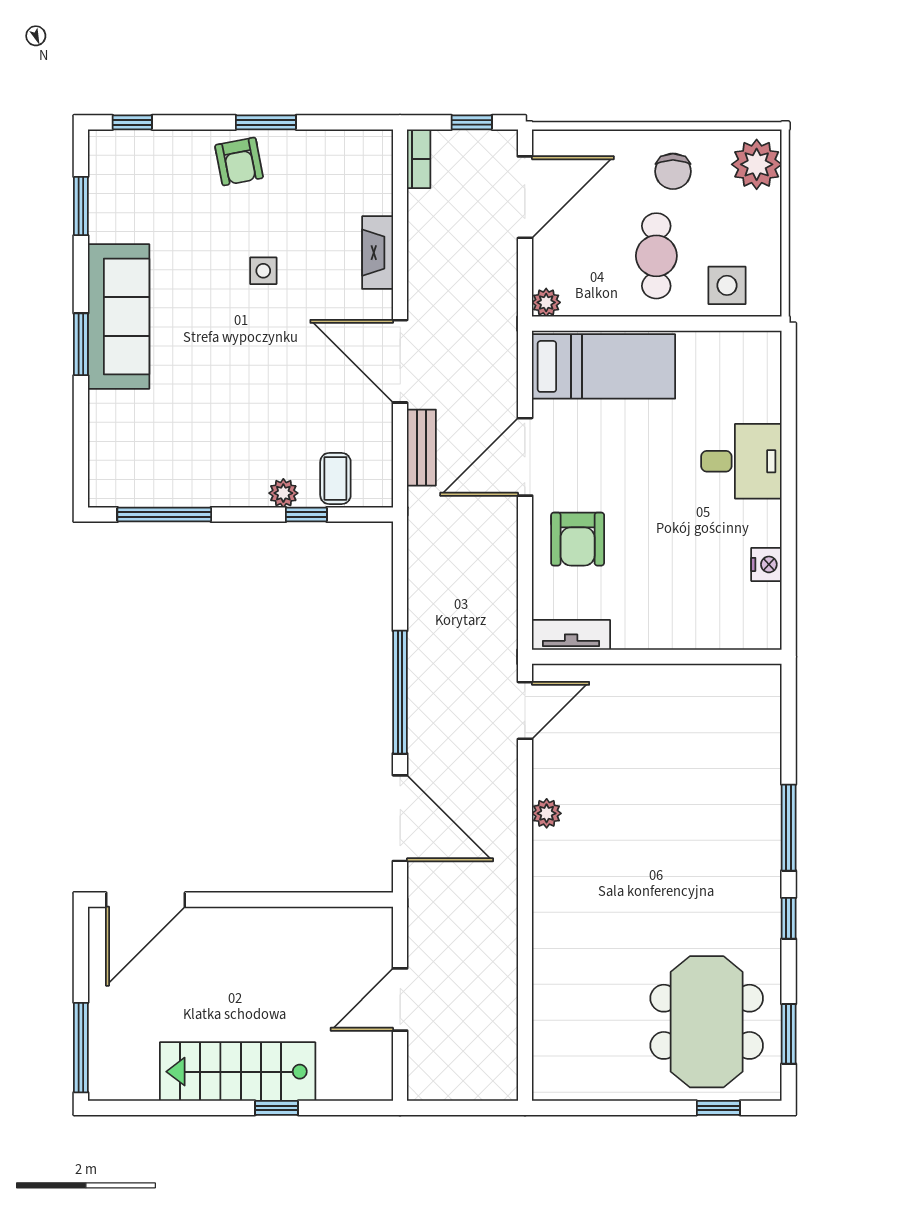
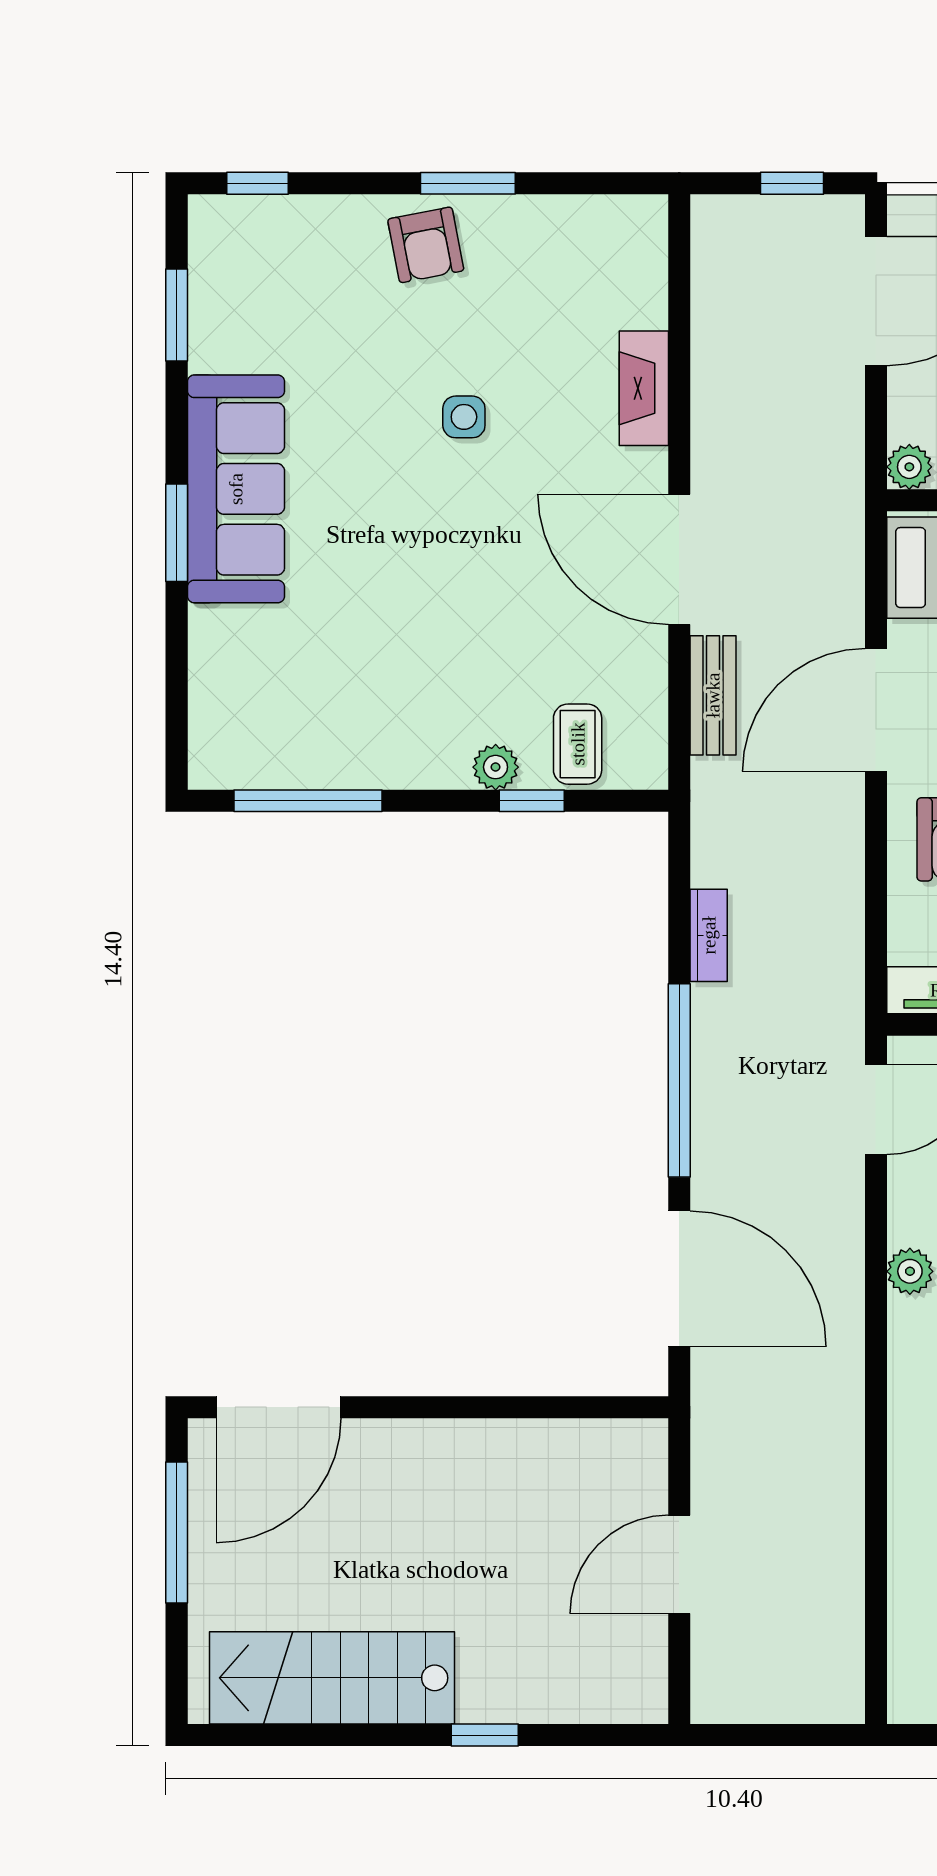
bookcase: (419, 159) -> (709, 935), moved
window: (81, 1048) -> (177, 1533), moved
stairs: (238, 1072) -> (332, 1678), moved

